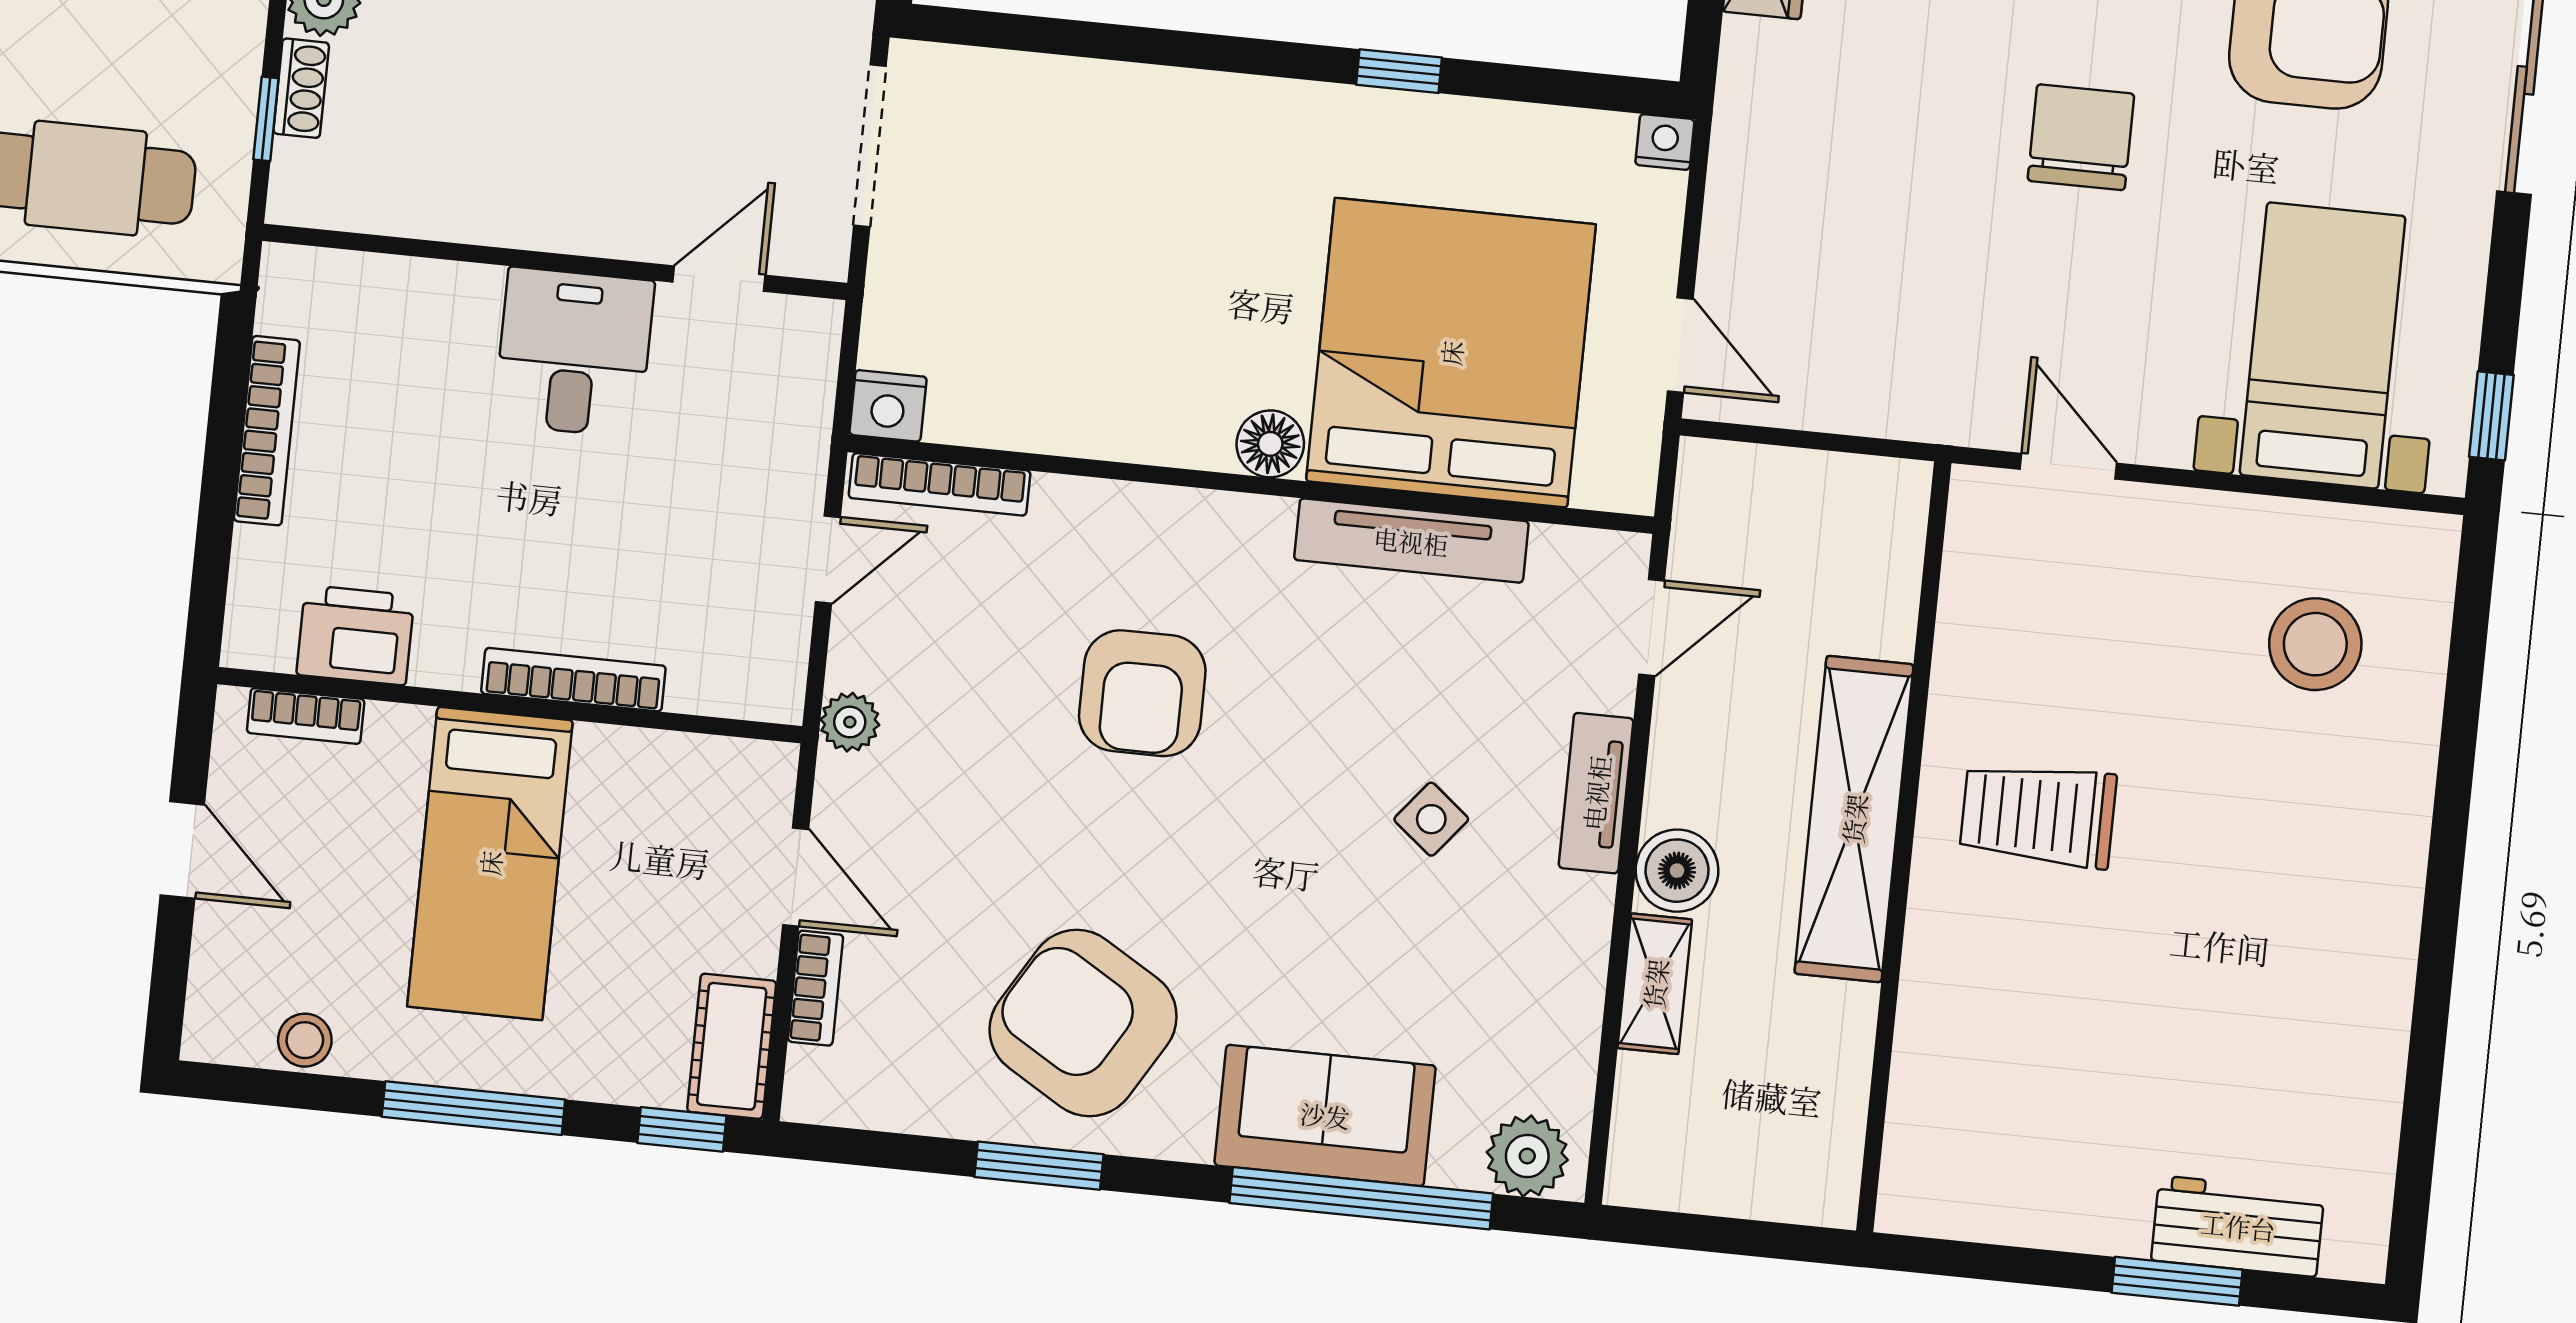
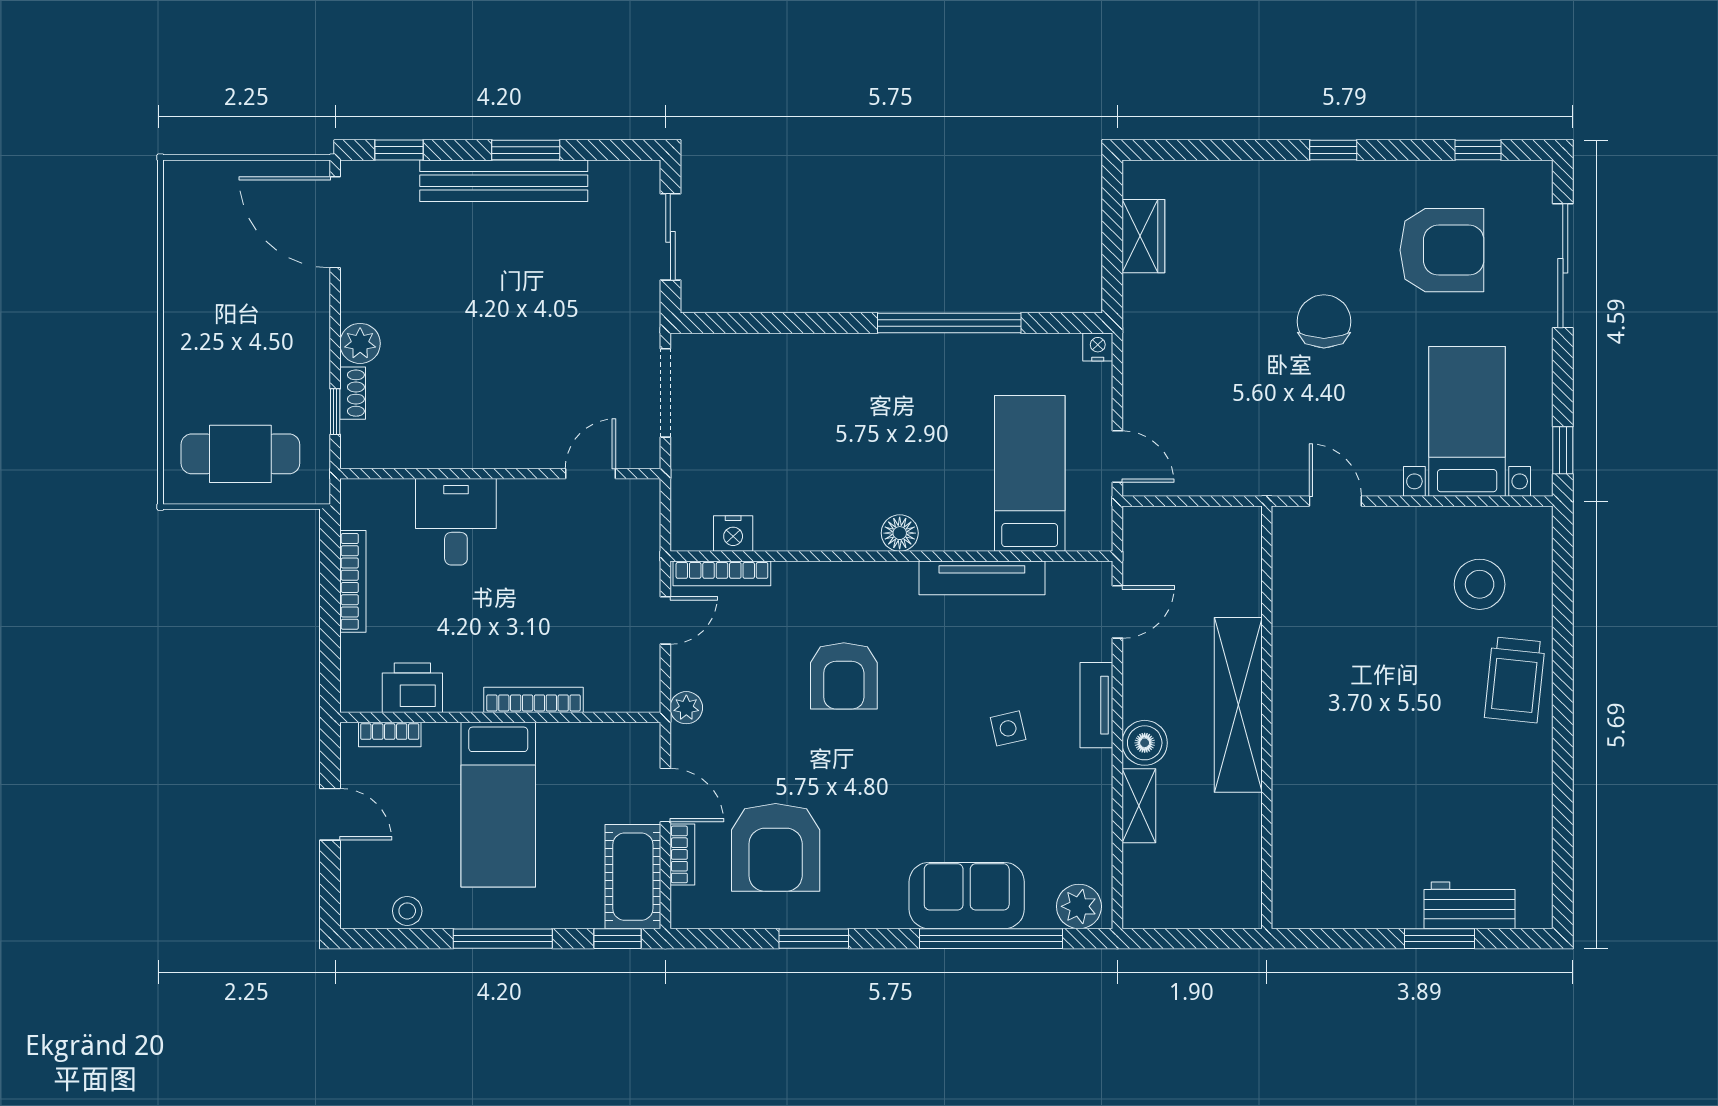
window: (1399, 71) -> (949, 323), width x3.17
desk: (574, 352) -> (456, 522), moved
bed: (1451, 353) -> (1030, 473), width x0.49
nightstand: (888, 406) -> (733, 533), moved
trolley: (2038, 815) -> (1515, 680), moved, turned -84
side table: (1431, 819) -> (1008, 728), turned 38
armchair: (1083, 1023) -> (776, 847), moved, turned -121
cot: (732, 1046) -> (633, 877), width x1.37, depth x1.34

